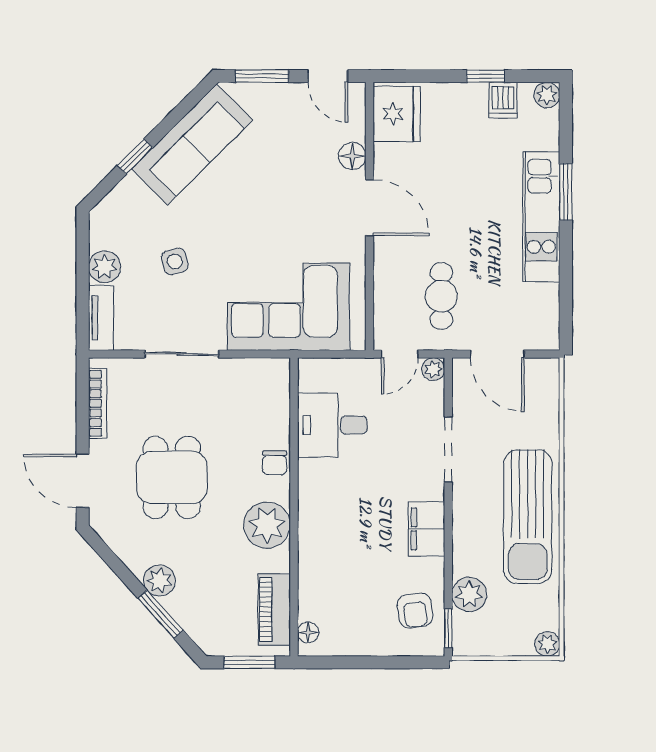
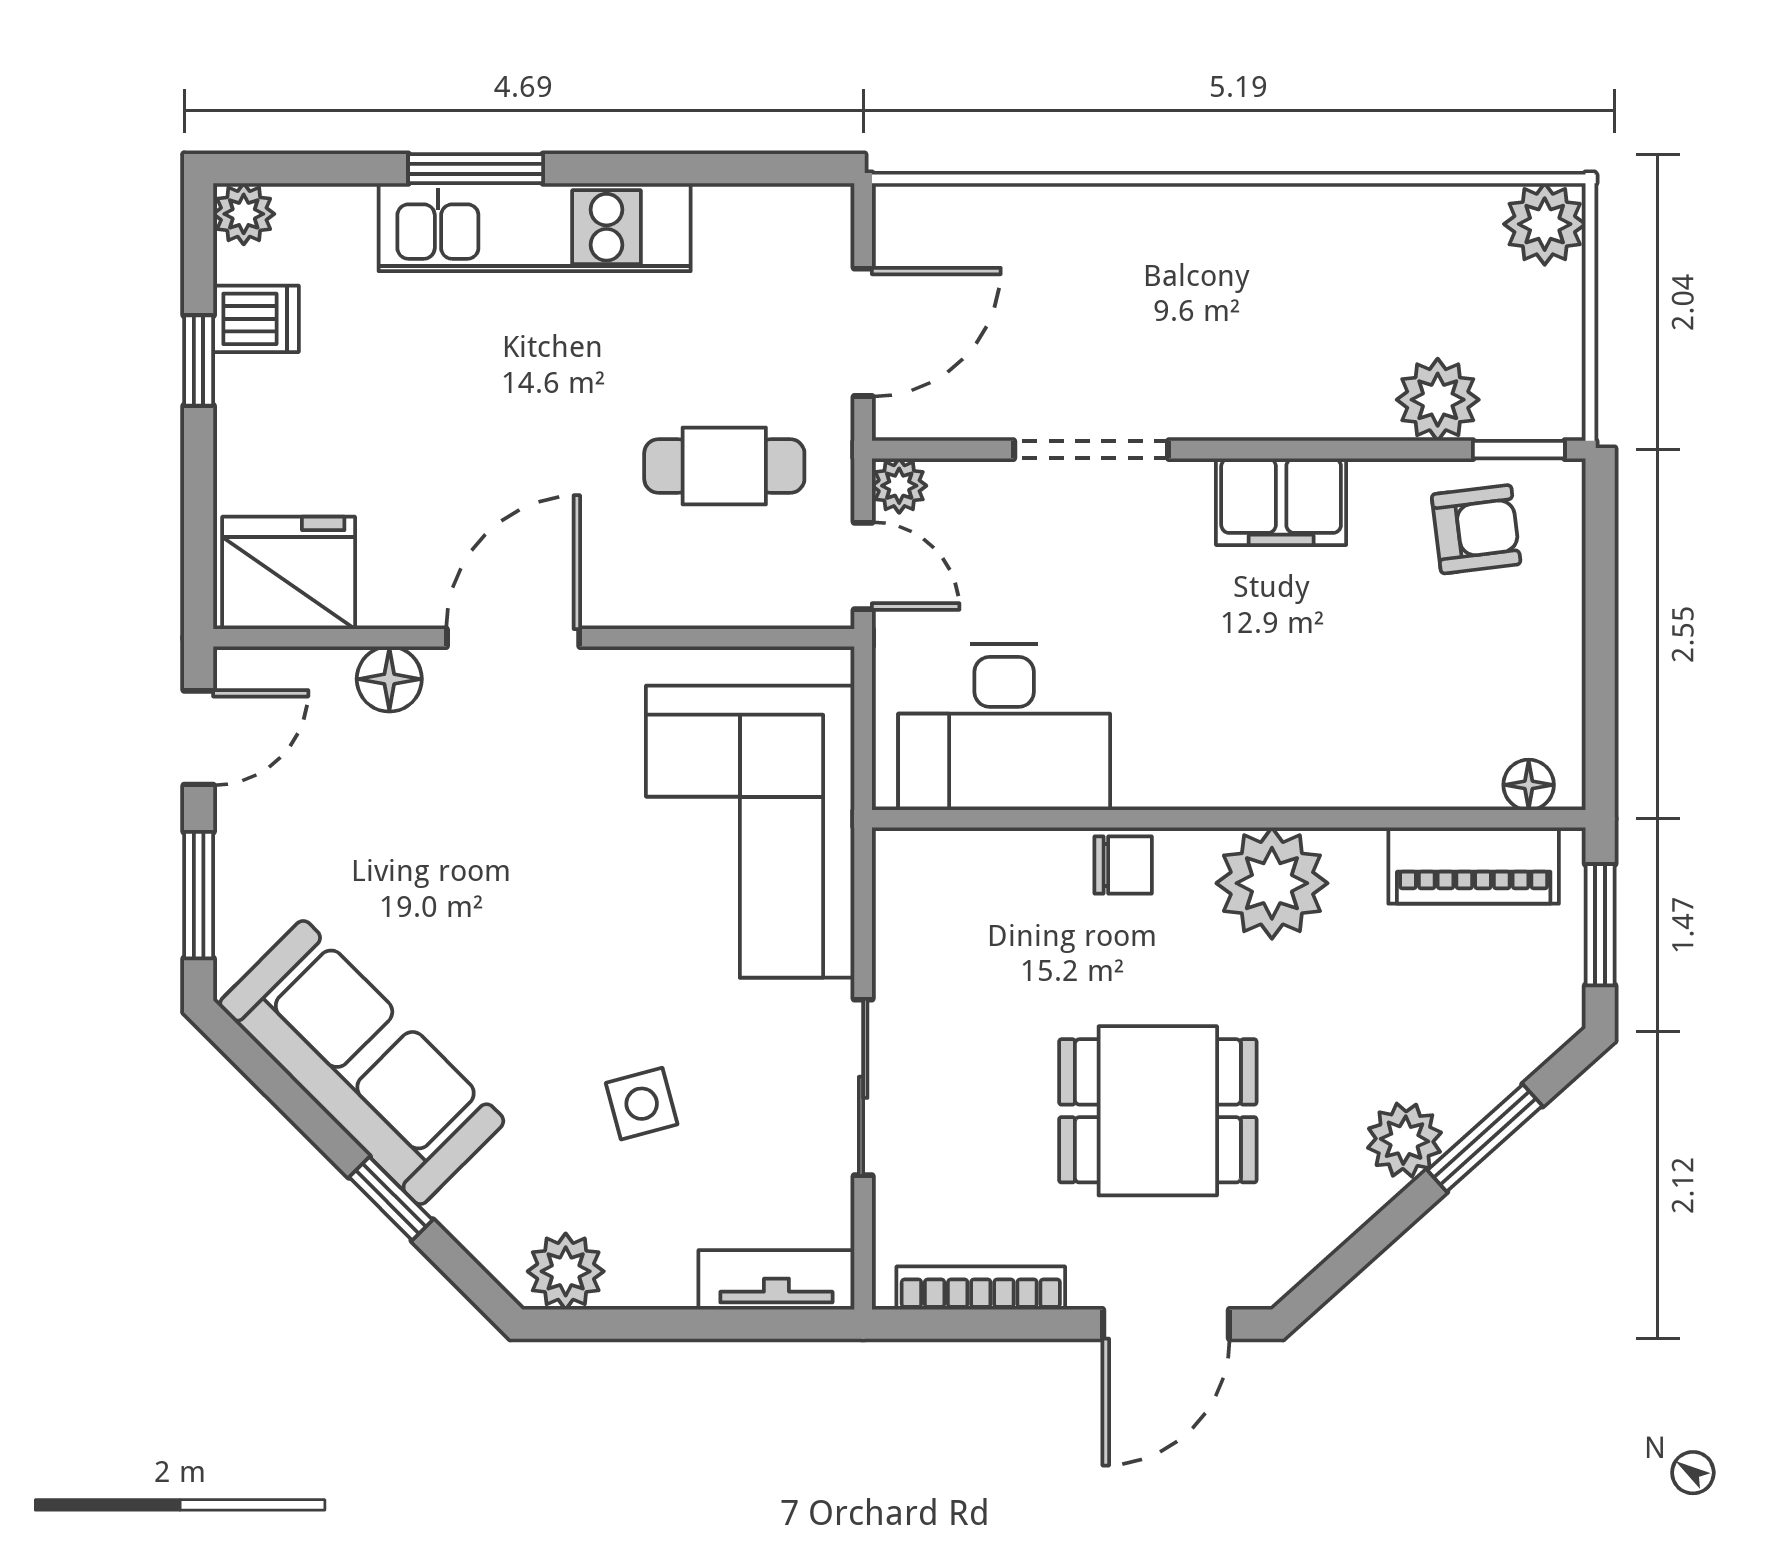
plant: (105, 267) -> (566, 1271), moved
desk: (332, 425) -> (1004, 727), width x1.37
sun lounger: (528, 517) -> (1252, 260), removed
plant: (547, 644) -> (1545, 224), width x1.38, depth x1.38

